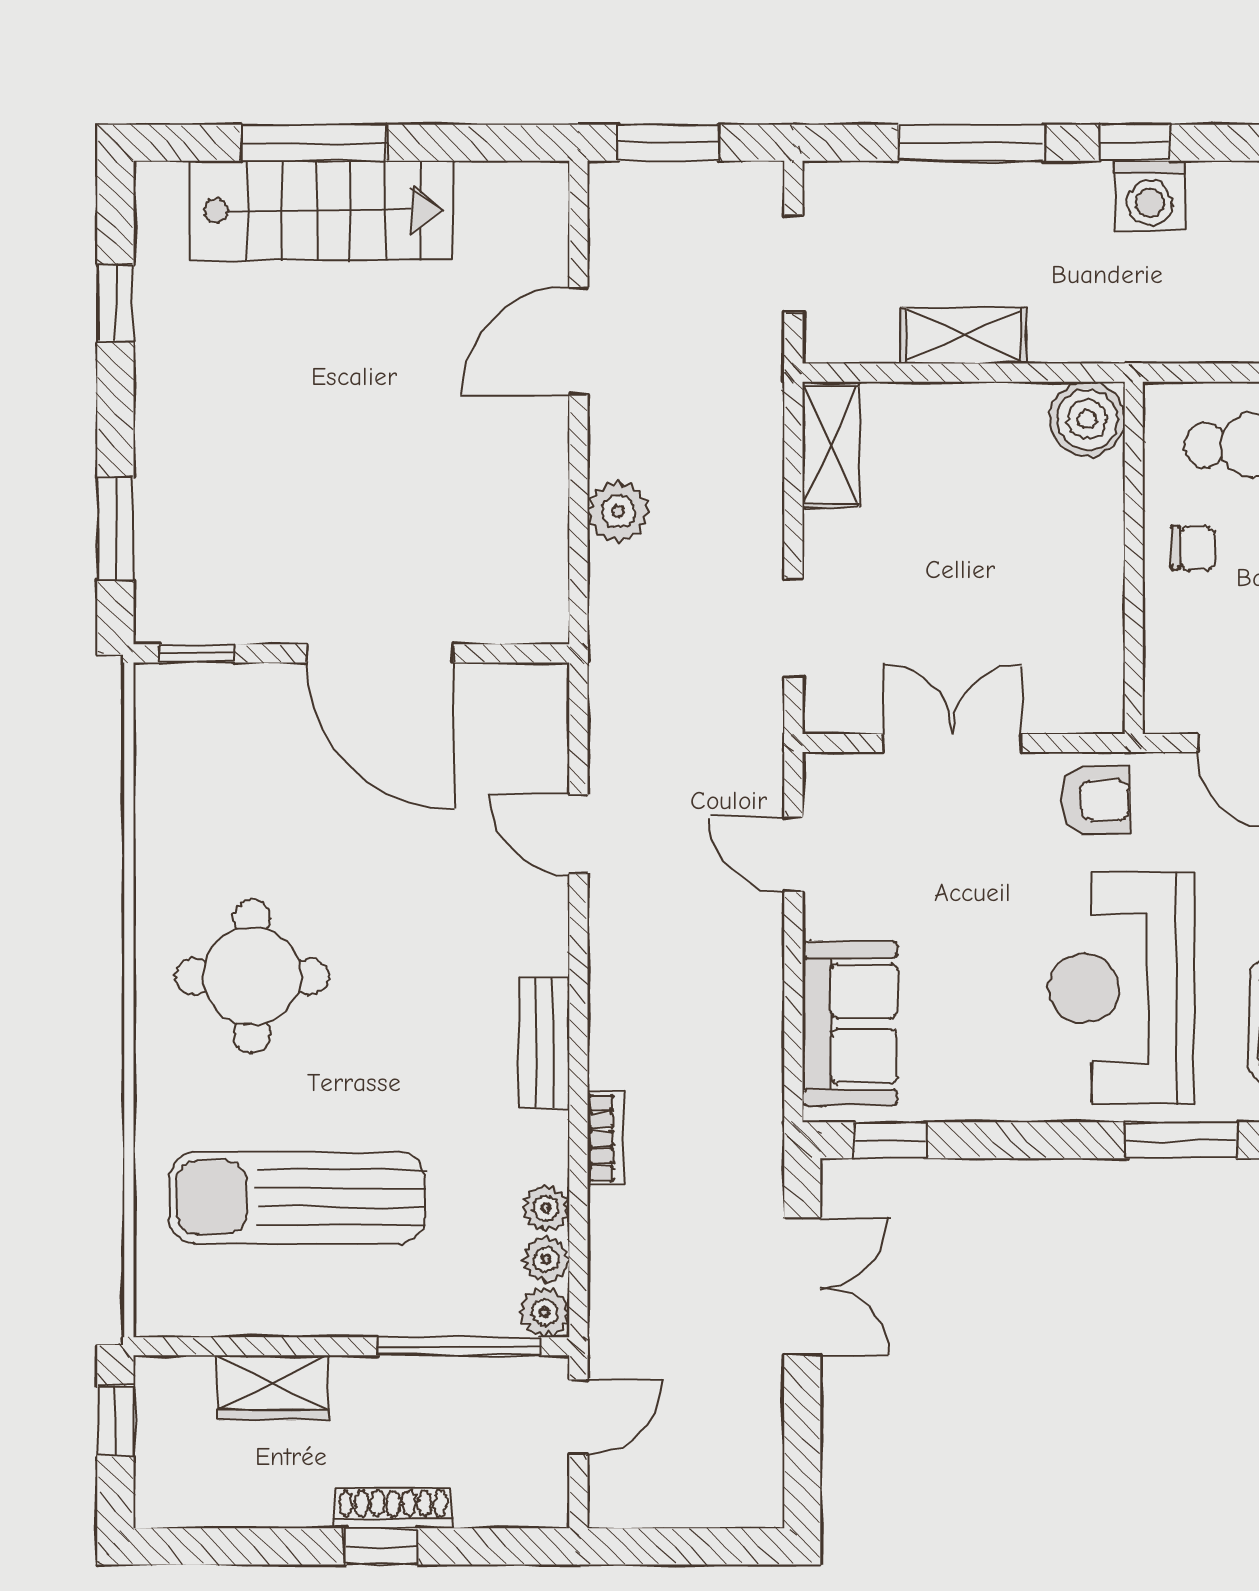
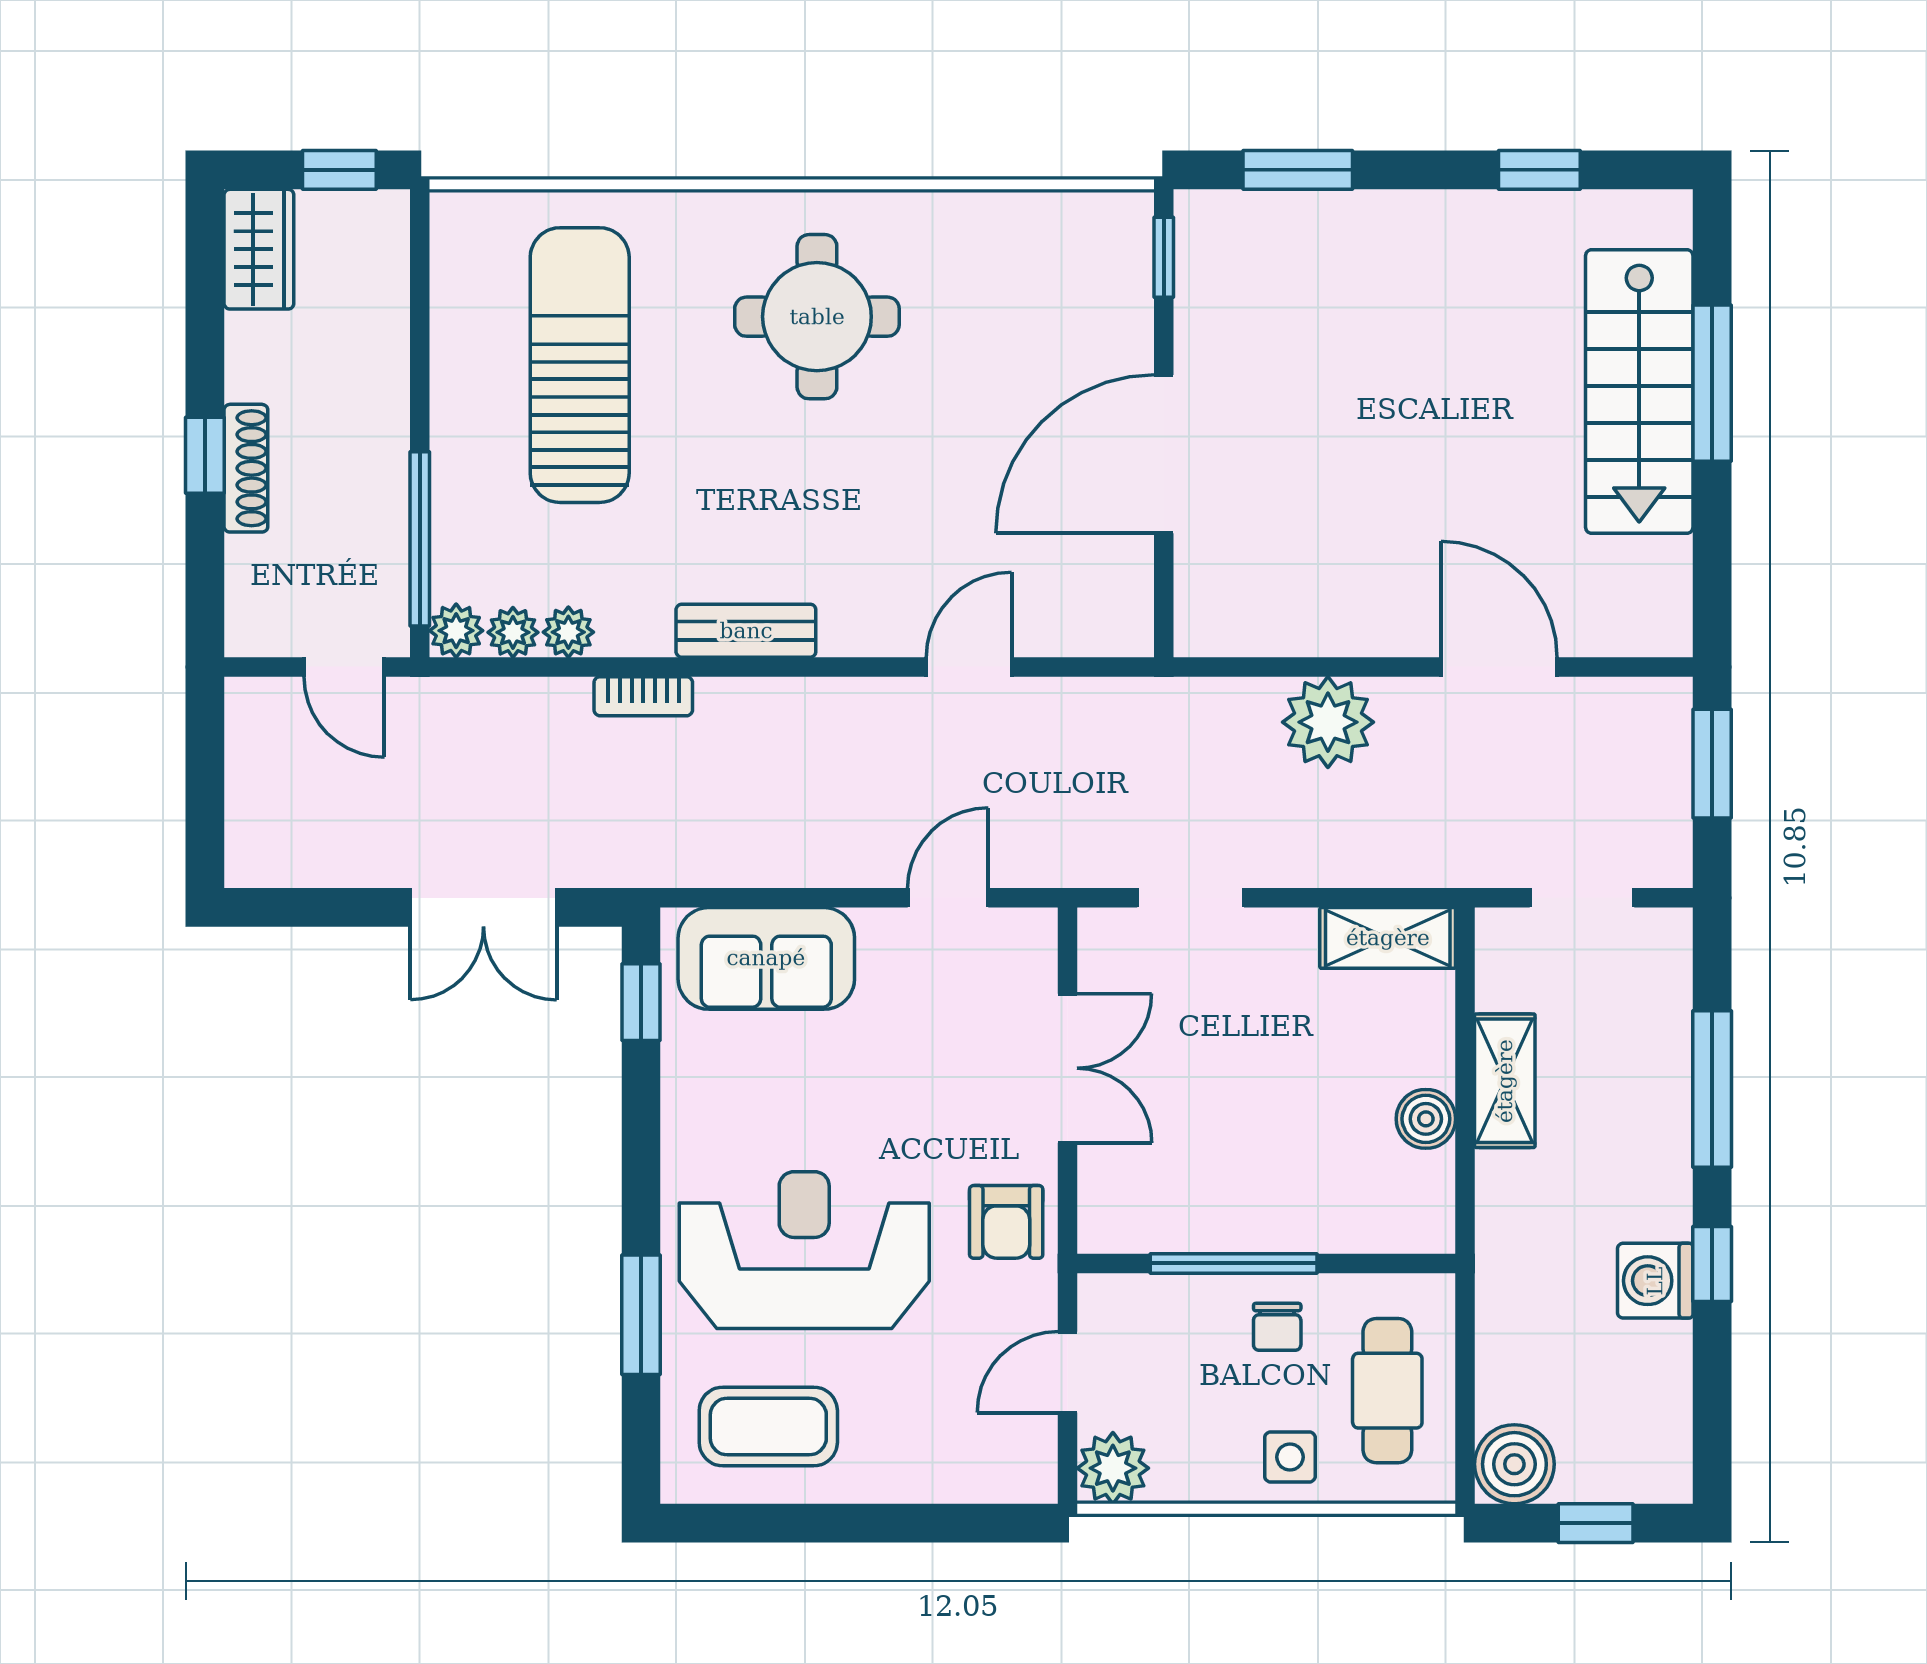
boiler: (1087, 419) -> (1426, 1119), moved, width x0.73, depth x0.73
plant: (618, 512) -> (1328, 722), width x1.36, depth x1.36
window: (1134, 588) -> (1234, 1263), added
wardrobe: (273, 1388) -> (259, 249), moved, turned 180

